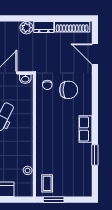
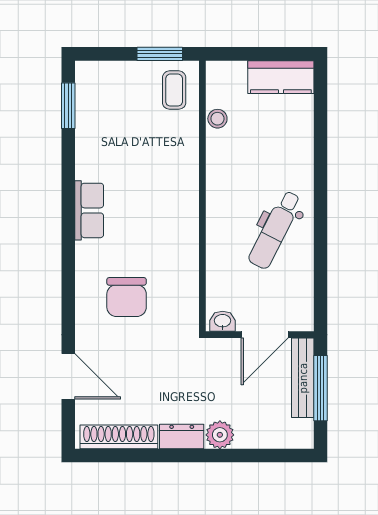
chair: (47, 85) -> (174, 308), removed
chair: (69, 90) -> (127, 297), turned -90
window: (95, 155) -> (68, 106), moved

